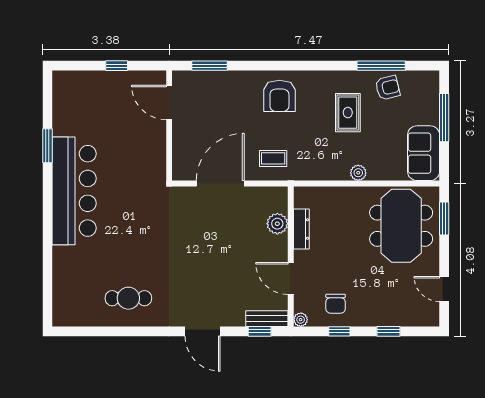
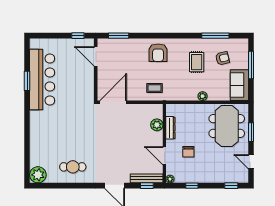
window: (117, 66) -> (78, 36), moved
armchair: (388, 88) -> (222, 58), moved
door: (220, 184) -> (113, 102), moved
bar counter: (74, 191) -> (42, 79), moved
window: (444, 218) -> (251, 132), moved
chair: (336, 304) -> (188, 152), moved
plant: (67, 312) -> (38, 175), added
bench: (267, 319) -> (147, 178), width x1.36
window: (388, 331) -> (231, 186), moved

